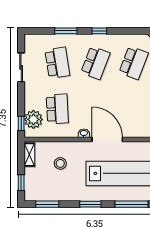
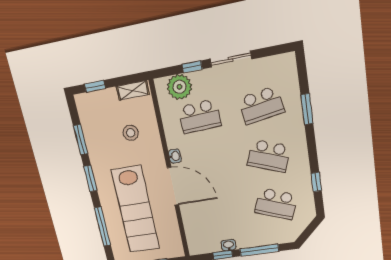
window: (99, 31) -> (316, 182), moved
sliding door: (21, 67) -> (231, 59), moved
window: (21, 123) -> (192, 67), moved
door: (107, 139) -> (173, 186), hinge flipped
window: (47, 204) -> (81, 140), moved

